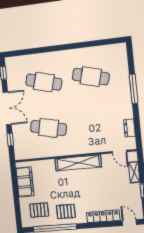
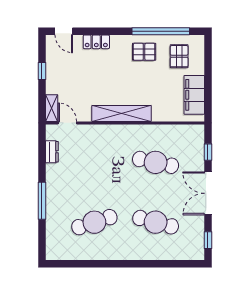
cafe table: (91, 77) -> (94, 222), turned -33
shelving: (134, 172) -> (52, 108), moved
pallet: (39, 210) -> (179, 56), turned 90
locker: (103, 216) -> (96, 42), width x0.66

